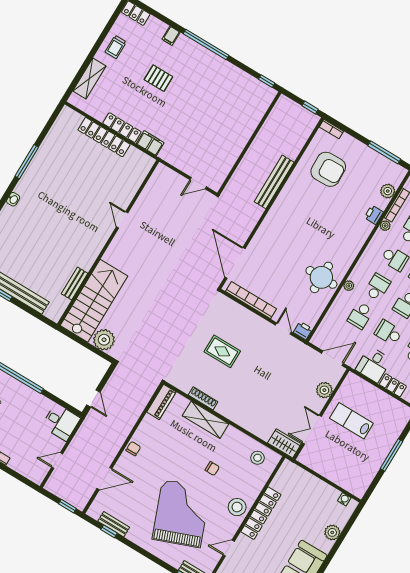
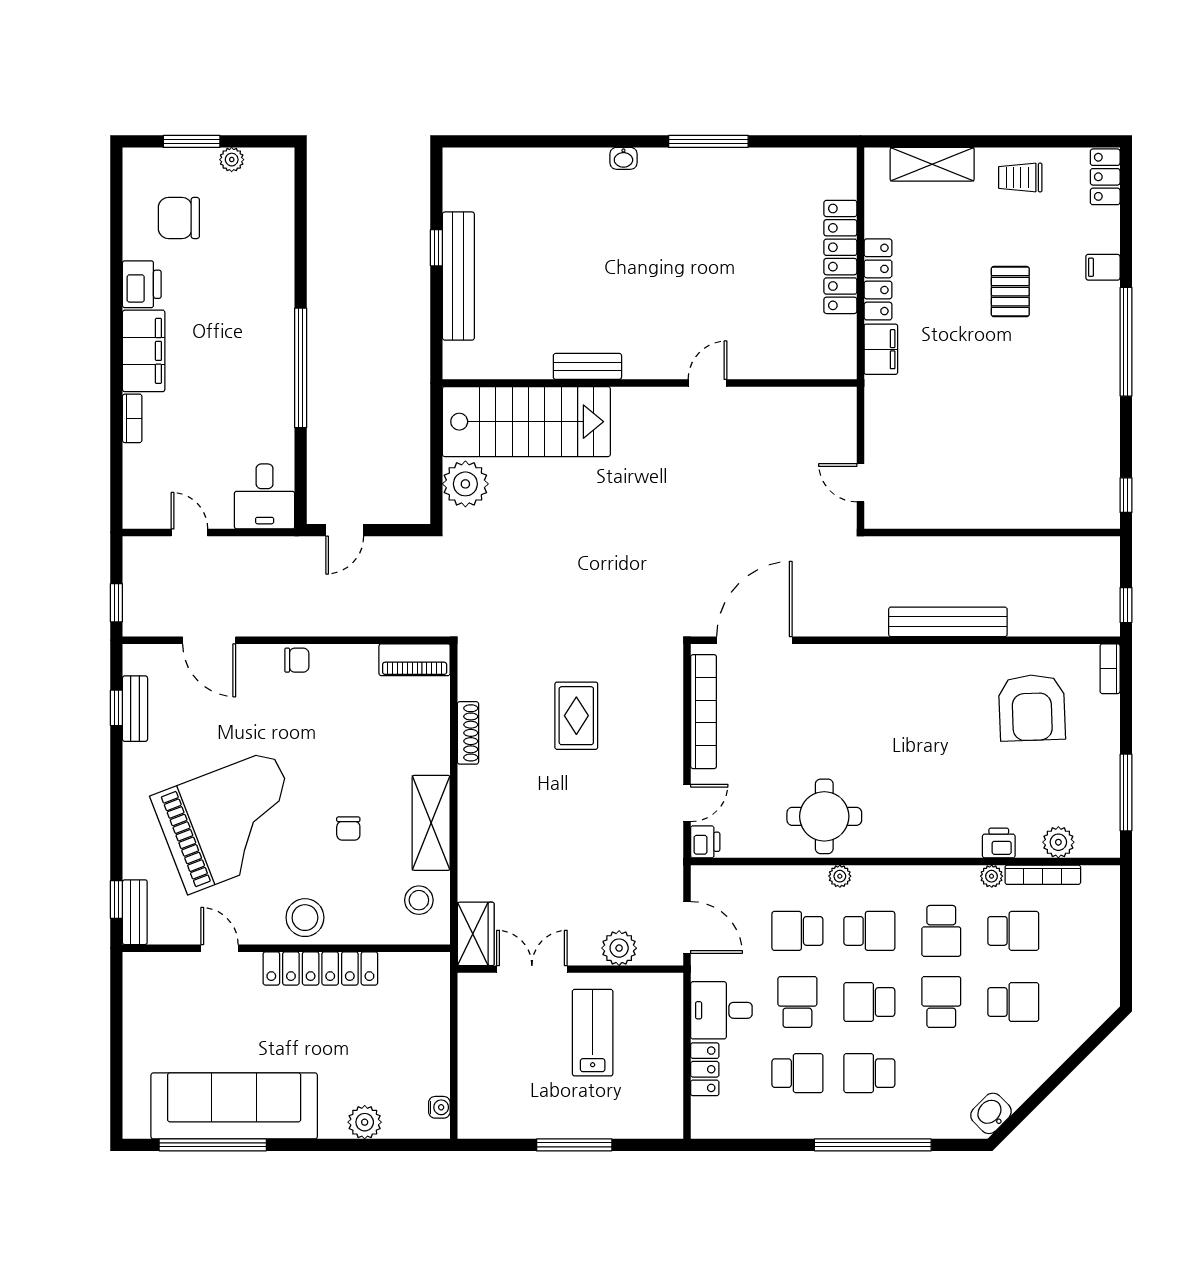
bench: (75, 283) -> (587, 366), moved
shelving: (206, 420) -> (431, 823), moved

